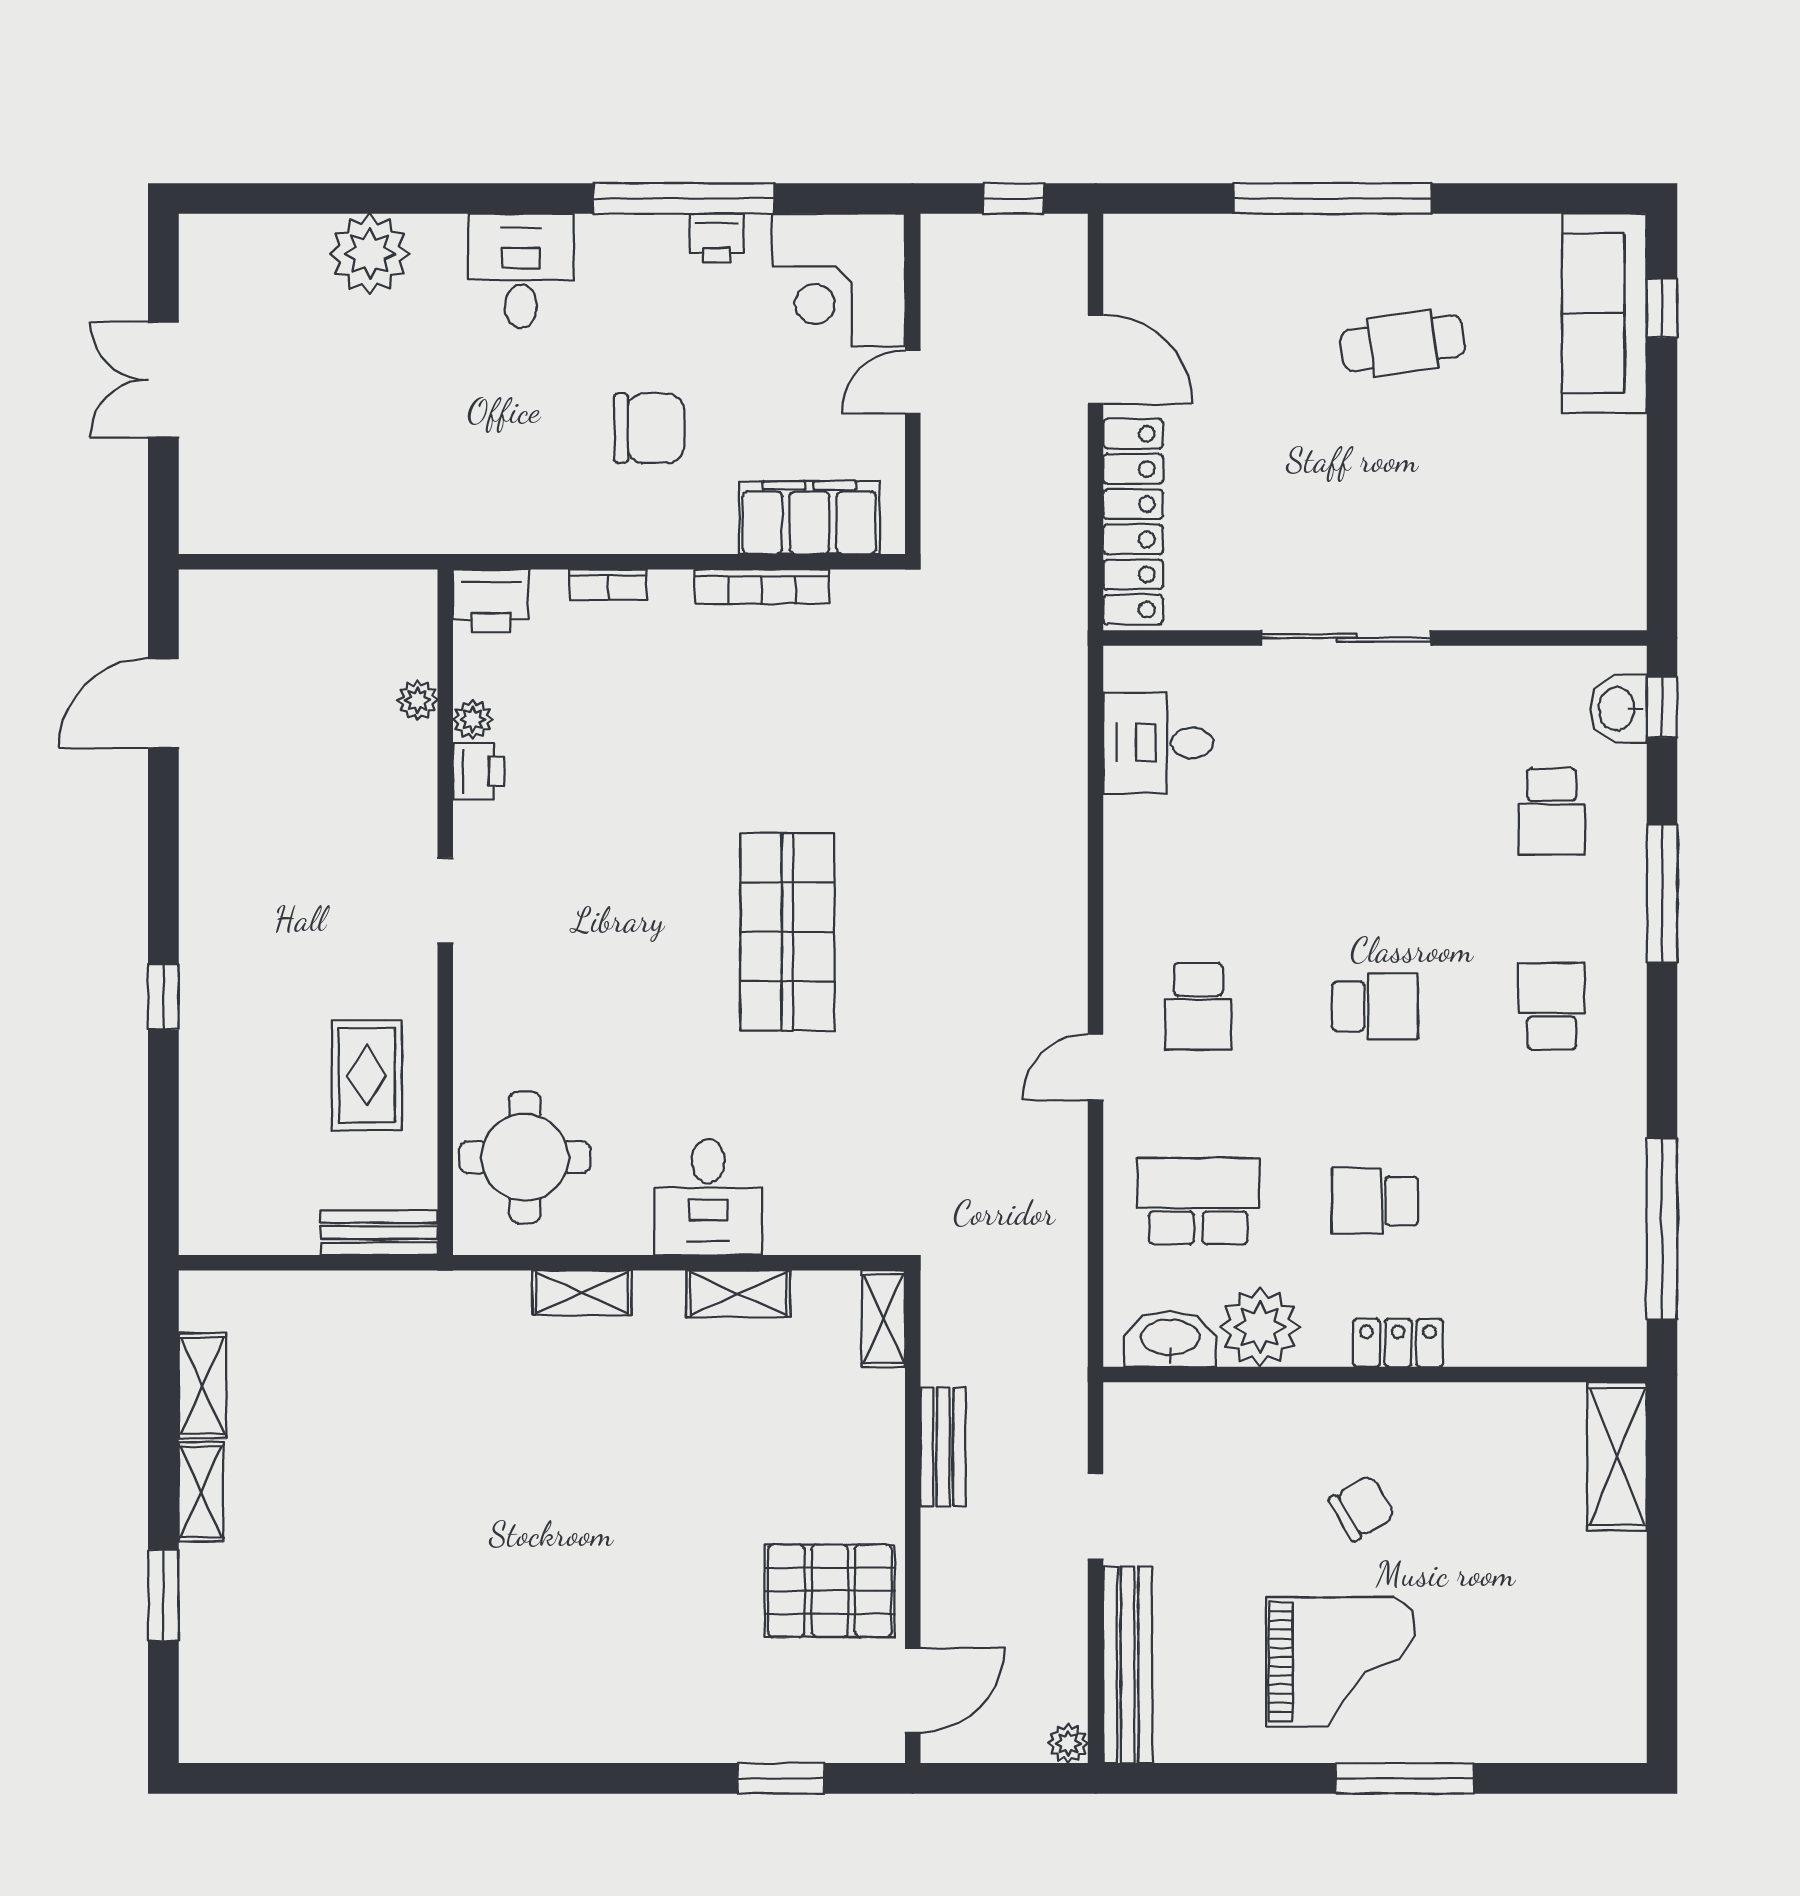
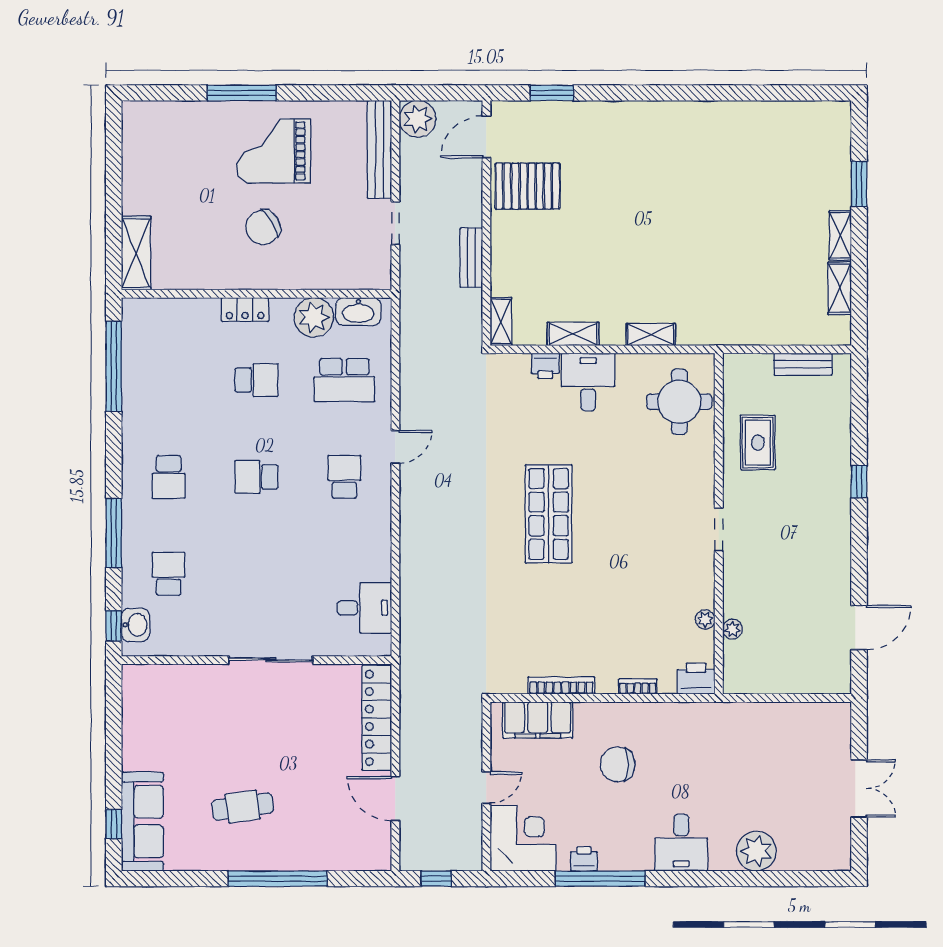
printer: (479, 771) -> (545, 366), moved, turned -90
bench: (379, 1233) -> (803, 364), moved
chair: (1362, 1508) -> (263, 227), width x1.37, depth x1.37
plant: (1068, 1743) -> (418, 119), width x1.88, depth x1.88

